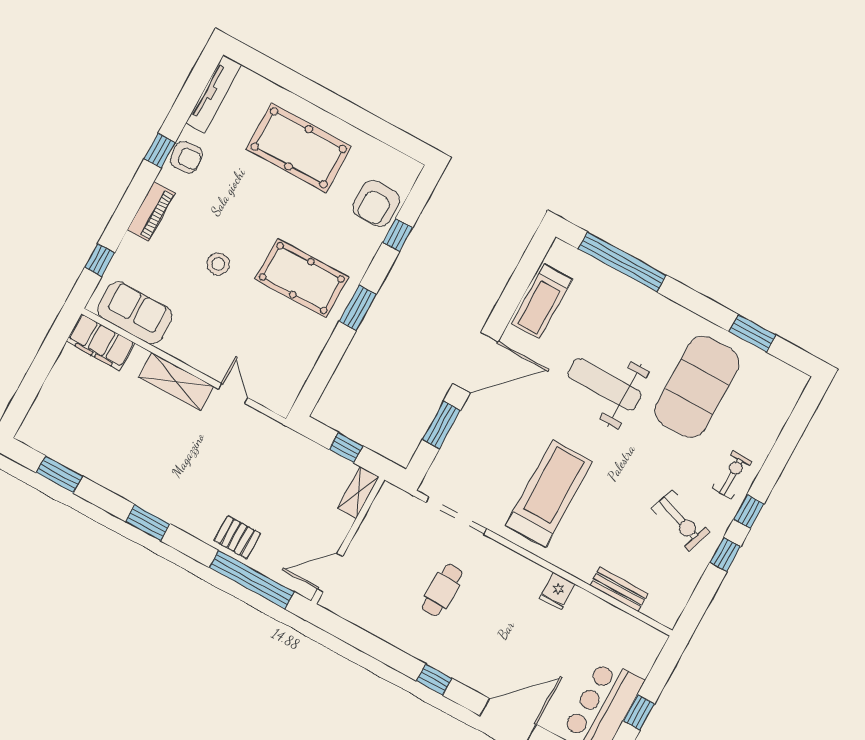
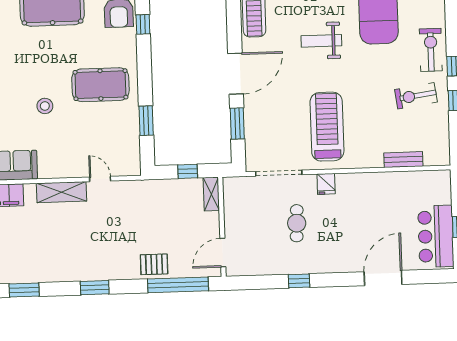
window: (358, 308) -> (146, 121), moved
weight bench: (604, 384) -> (321, 41), width x0.73, depth x0.75
exercise bike: (732, 475) -> (431, 50), width x1.38, depth x1.39
exercise bike: (681, 520) -> (416, 96), turned 152
fridge: (557, 591) -> (326, 184), moved
window: (434, 680) -> (299, 281), moved

